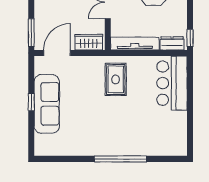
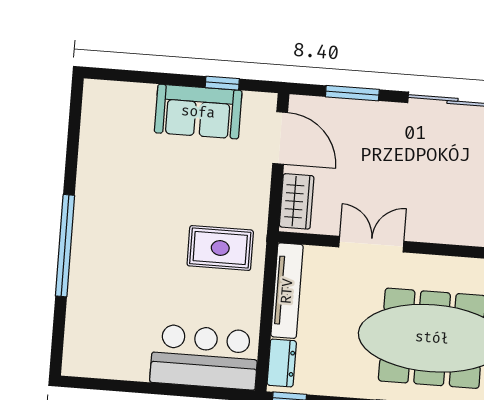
window: (31, 33) -> (352, 93), moved
window: (31, 102) -> (222, 83), moved
sofa: (47, 104) -> (198, 112), width x0.73

